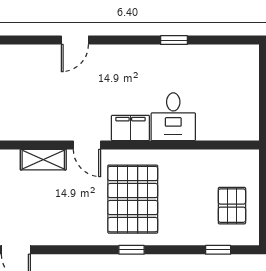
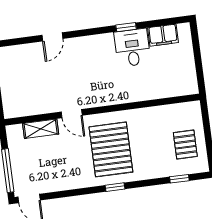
desk: (173, 117) -> (132, 48), moved, turned 180
filing cabinet: (130, 128) -> (163, 35), moved, turned 180

